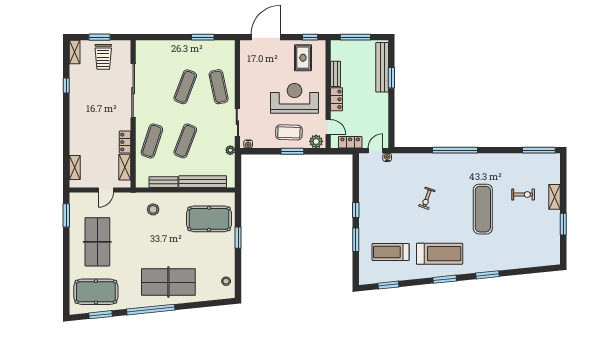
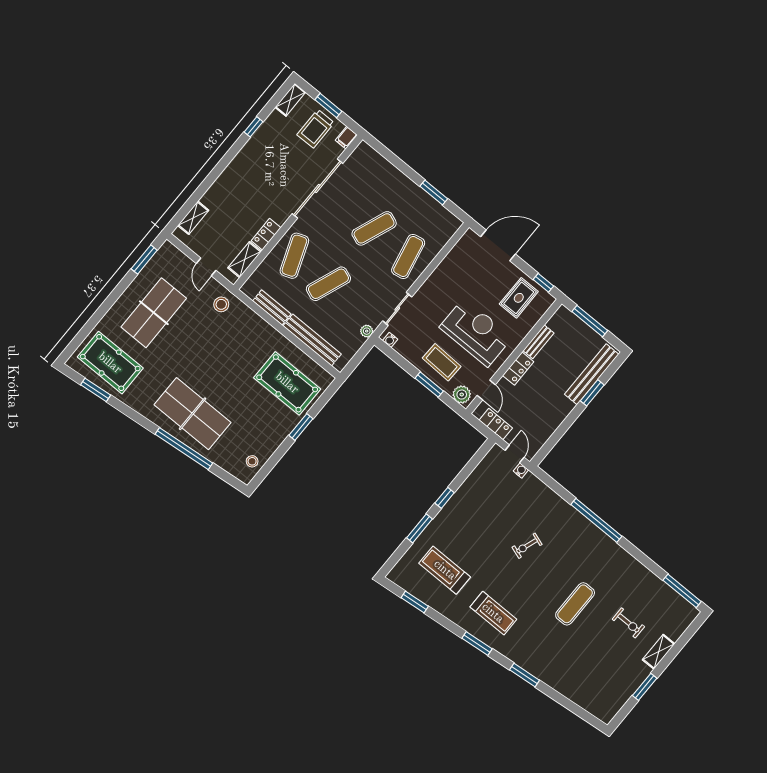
filing cabinet: (125, 47) -> (346, 138), added
exercise mat: (152, 141) -> (294, 256), turned -39
door: (375, 151) -> (515, 454), hinge flipped
door: (106, 190) -> (206, 267), hinge flipped
stool: (153, 209) -> (221, 304), moved
exercise mat: (483, 209) -> (575, 604), width x0.73, depth x0.69
treadmill: (440, 254) -> (493, 613), width x0.73, depth x0.73
window: (151, 310) -> (184, 449), moved

